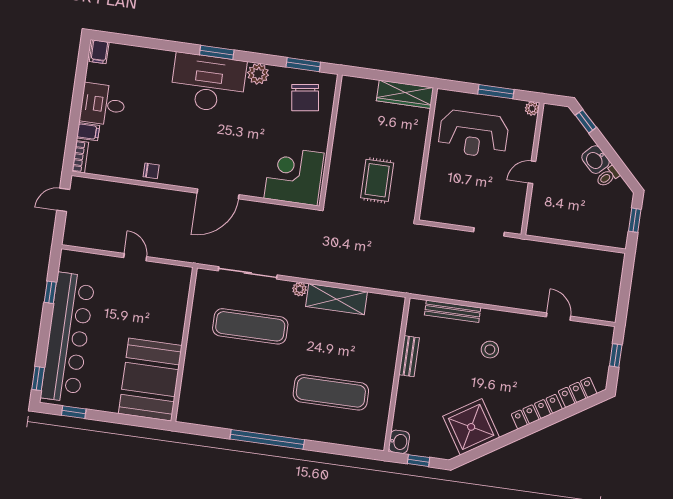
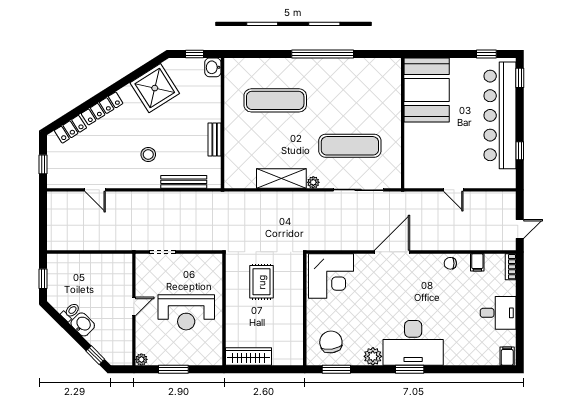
filing cabinet: (88, 132) -> (477, 262), moved, turned -90
reception desk: (474, 134) -> (186, 312), moved, turned 180

